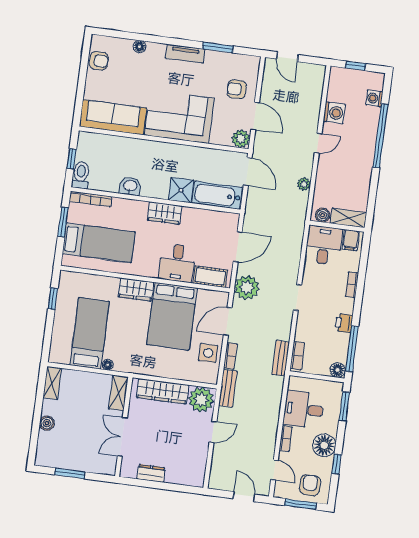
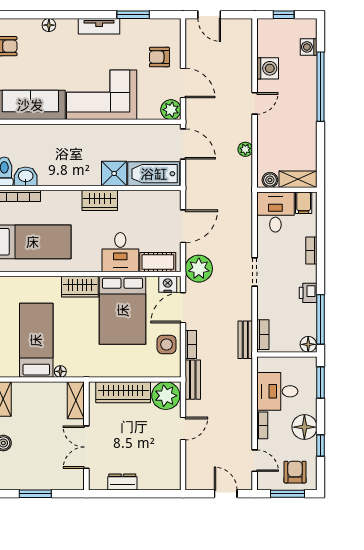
washbasin: (130, 186) -> (26, 176), moved
nightstand: (216, 298) -> (168, 284), added

